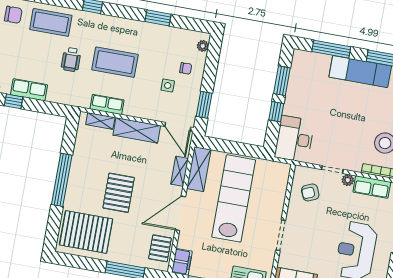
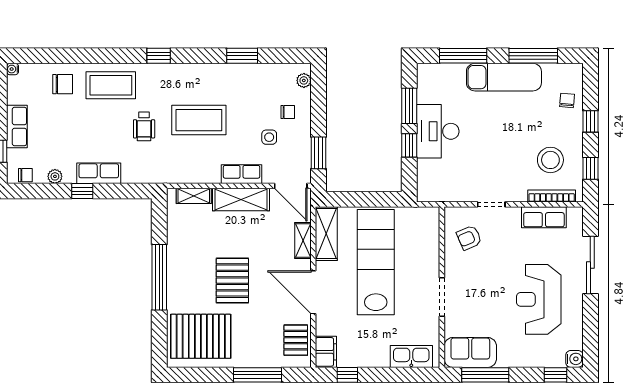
row of seats: (107, 104) -> (242, 174), moved
desk: (294, 139) -> (438, 131), moved
plant: (348, 180) -> (513, 214), removed
door: (180, 213) -> (313, 292), hinge flipped

